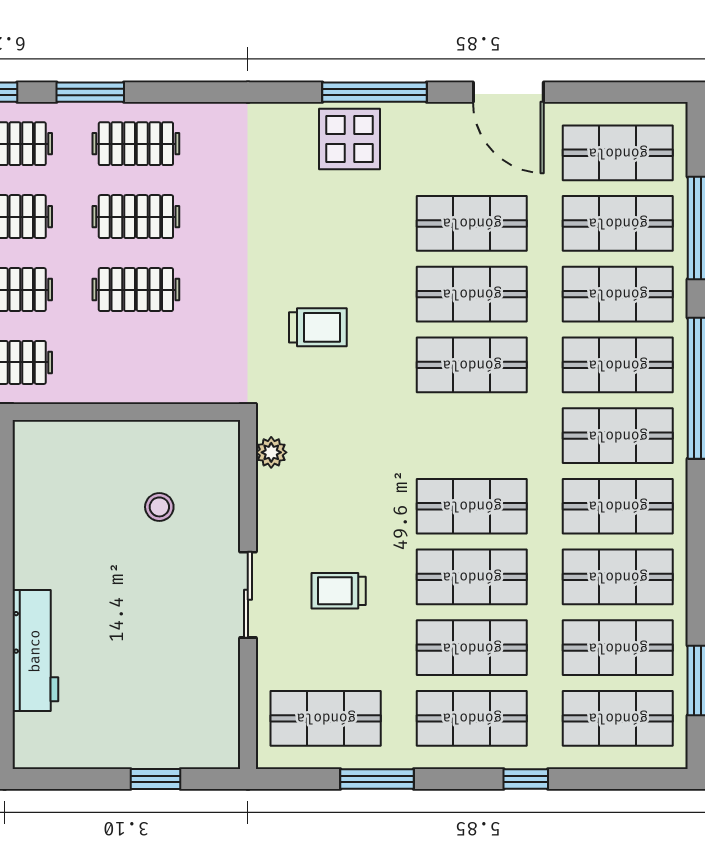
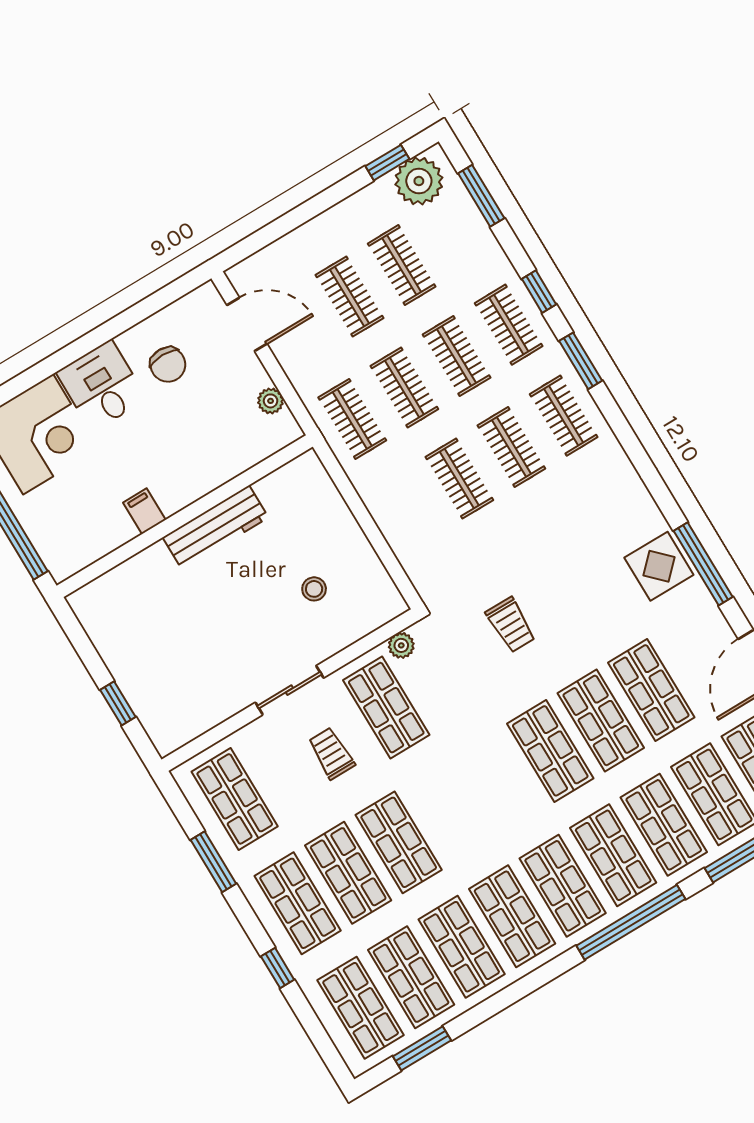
shop shelf: (472, 506) -> (386, 708), moved
workbench: (35, 651) -> (216, 527), moved

